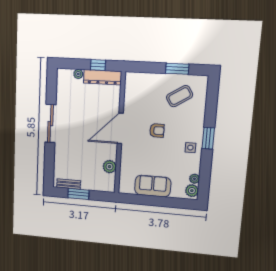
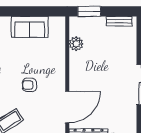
door: (120, 128) -> (67, 107), moved
window: (78, 194) -> (89, 11), moved

